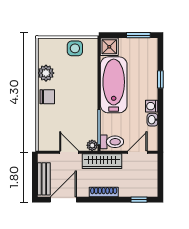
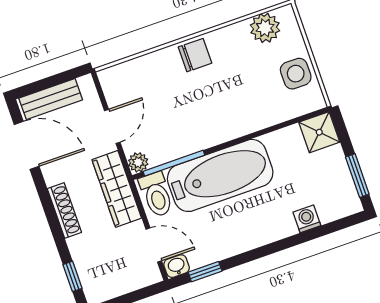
plant: (46, 73) -> (265, 28), moved
window: (160, 79) -> (205, 272), moved
bathtub: (114, 85) -> (220, 175), moved
chair: (47, 97) -> (195, 55), turned -90
washing machine: (152, 106) -> (307, 219), moved
washbasin: (152, 120) -> (177, 266), moved

